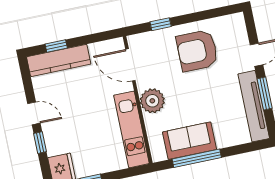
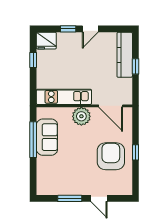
window: (161, 24) -> (136, 152), moved
window: (56, 46) -> (136, 66), moved
door: (130, 65) -> (111, 106), swing flipped
tv unit: (254, 106) -> (62, 189), removed

